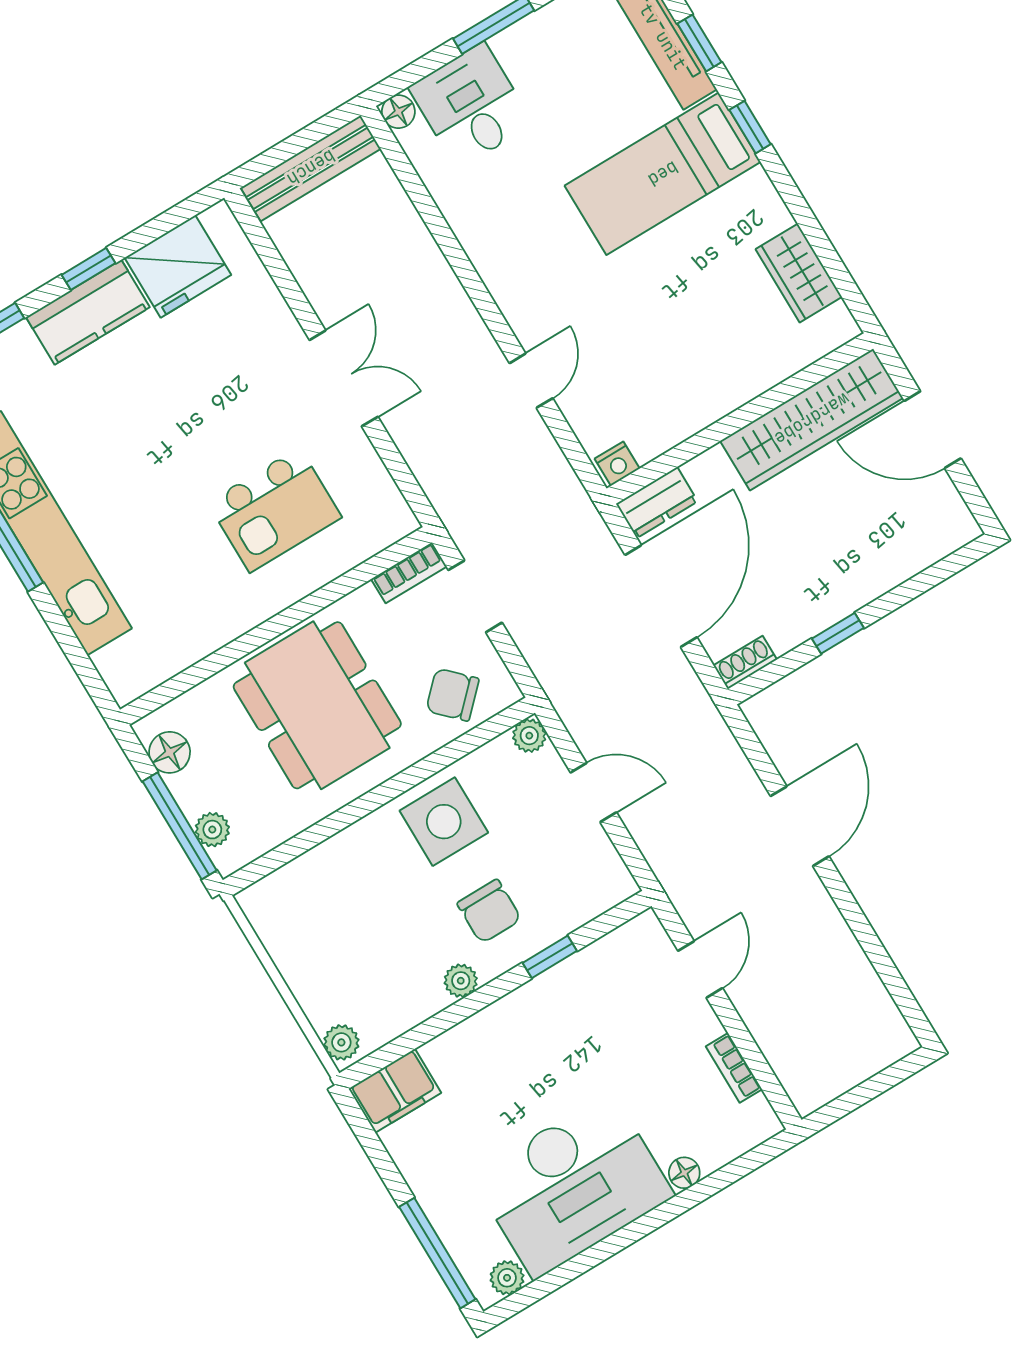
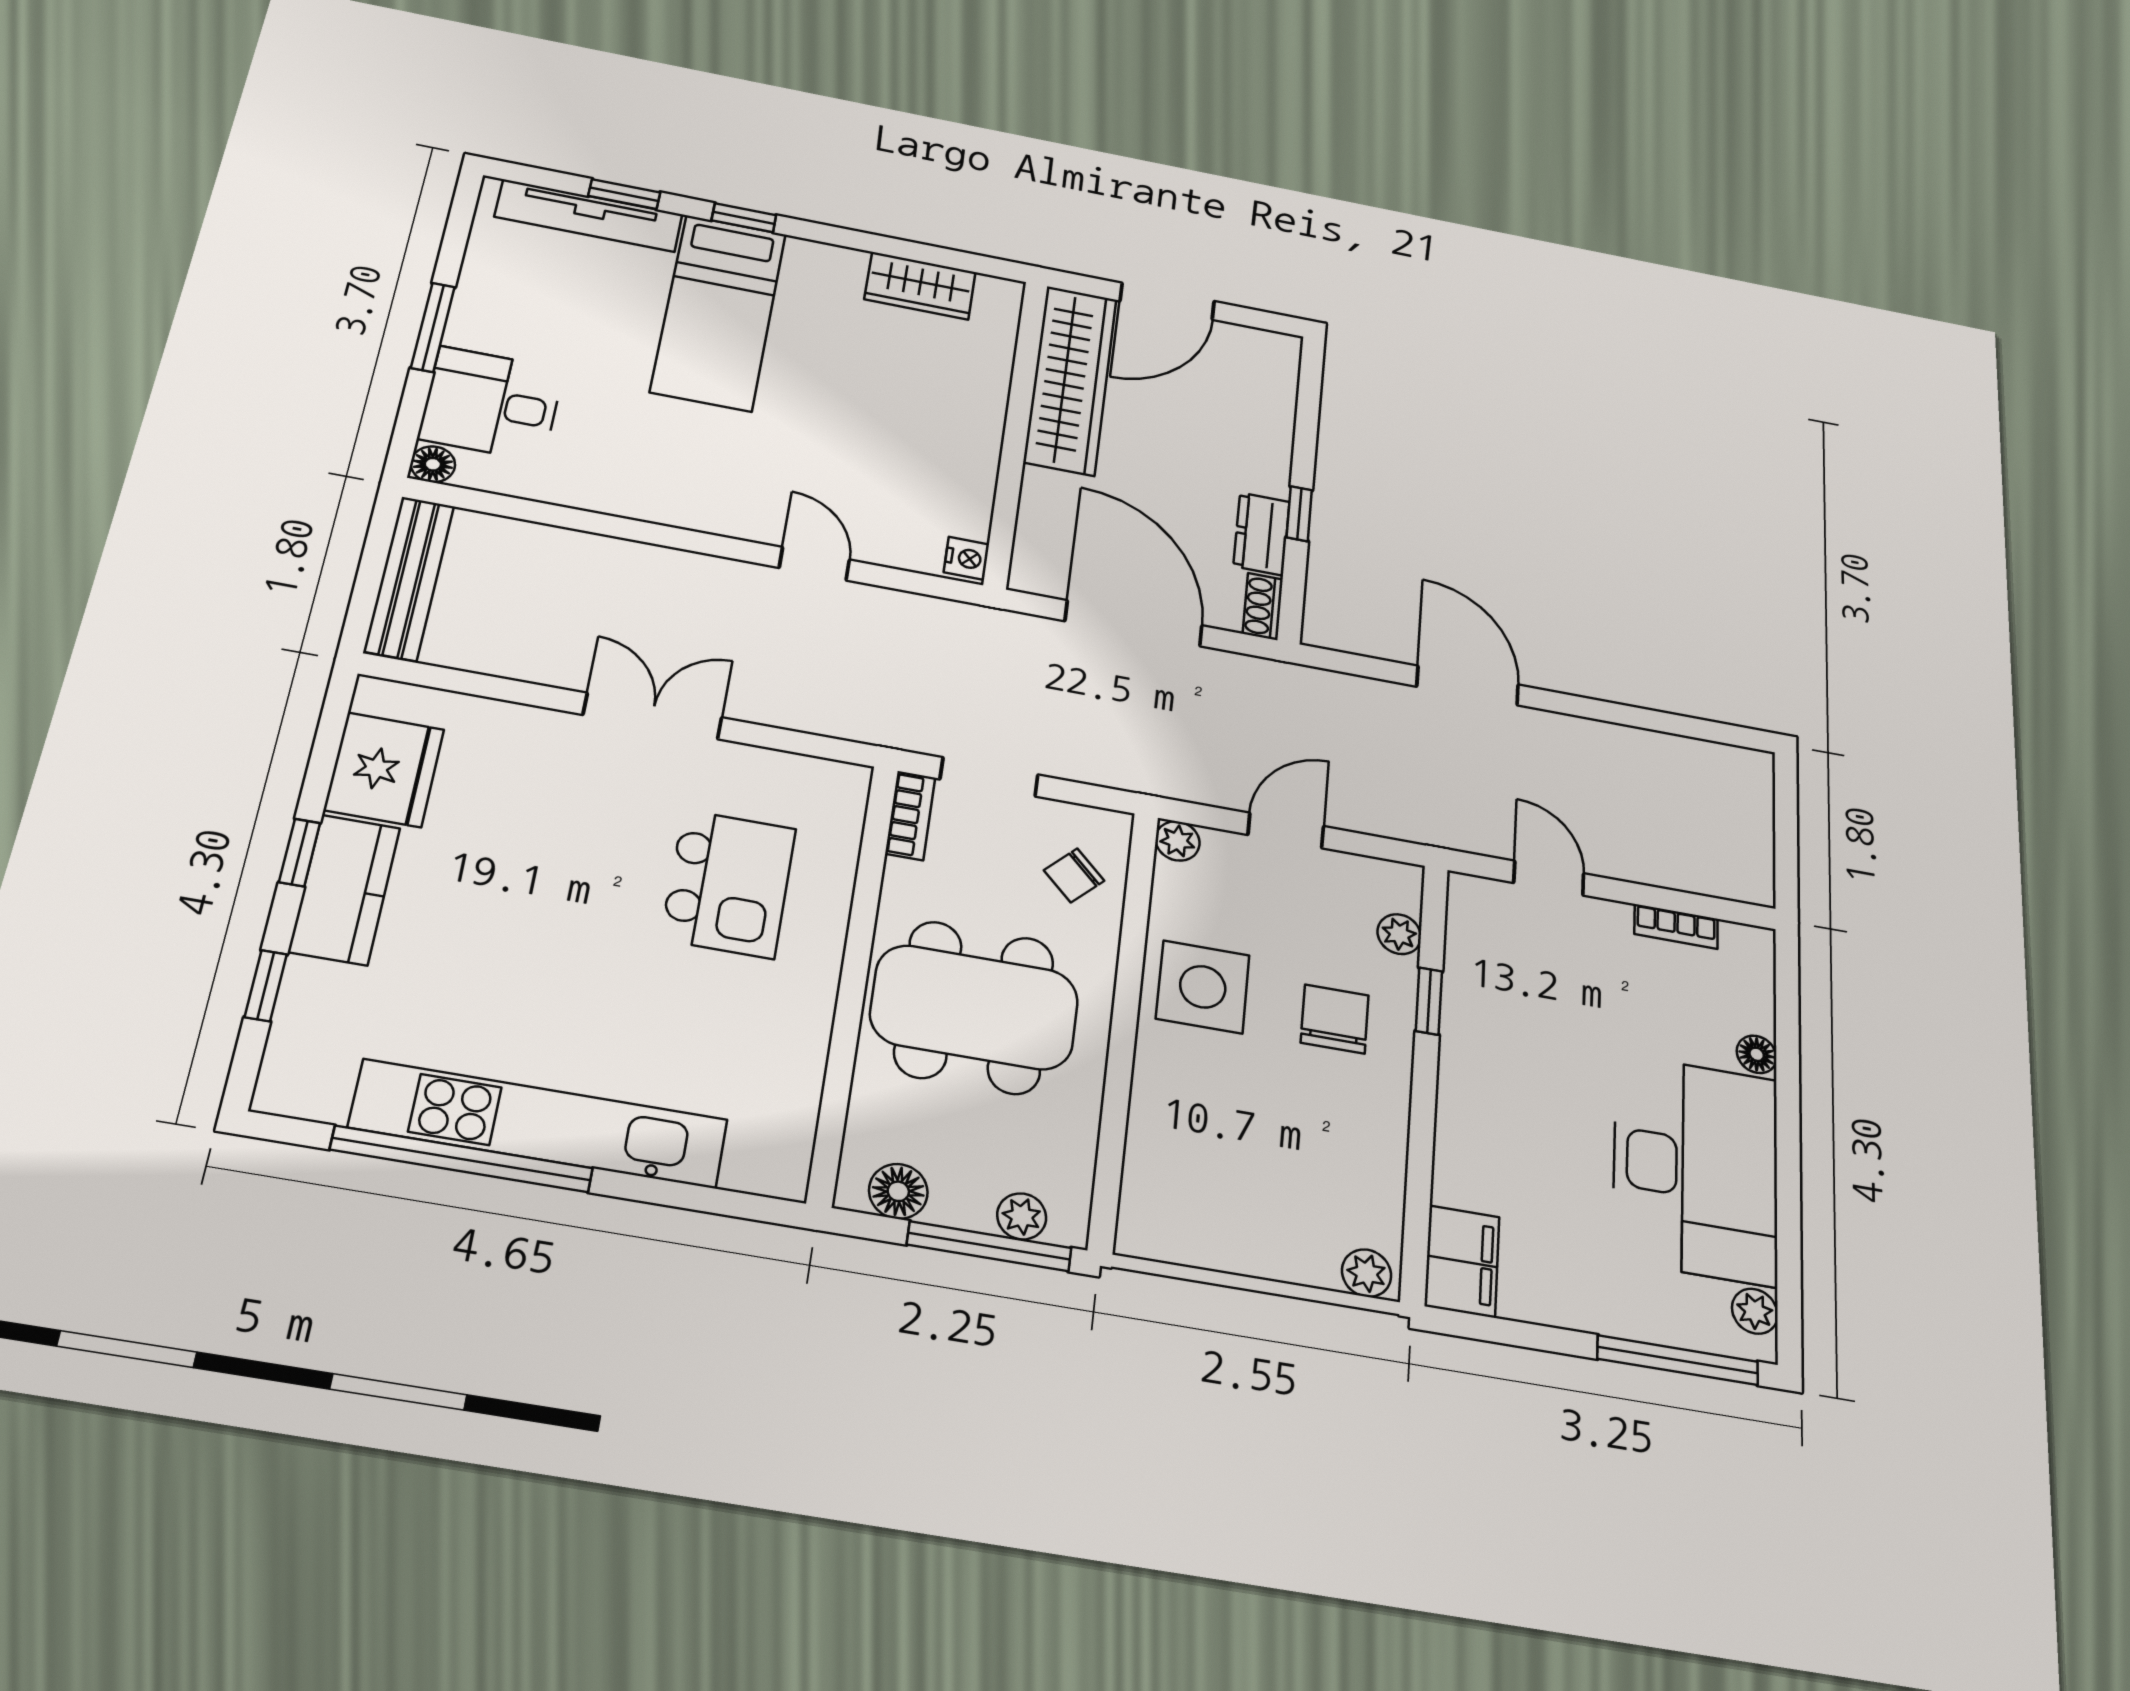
dresser: (657, 503) -> (1262, 534), moved, turned 180
chair: (452, 695) -> (1074, 875), width x0.73, depth x0.73
chair: (489, 911) -> (1335, 1019), turned -90
plant: (461, 981) -> (1399, 934), moved

